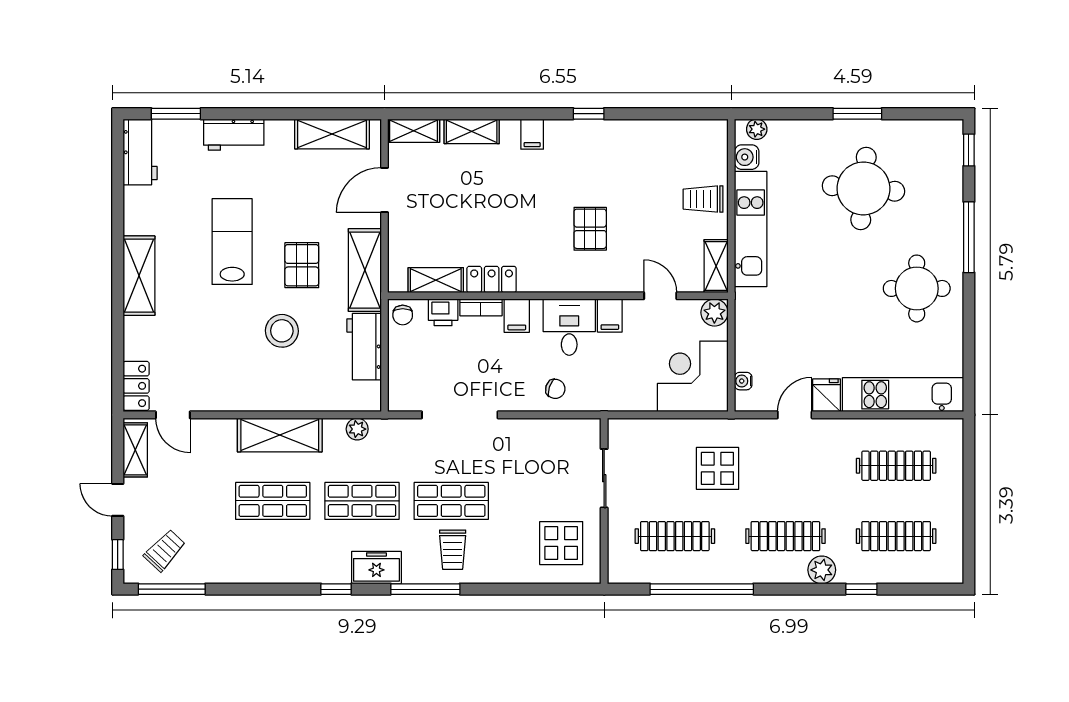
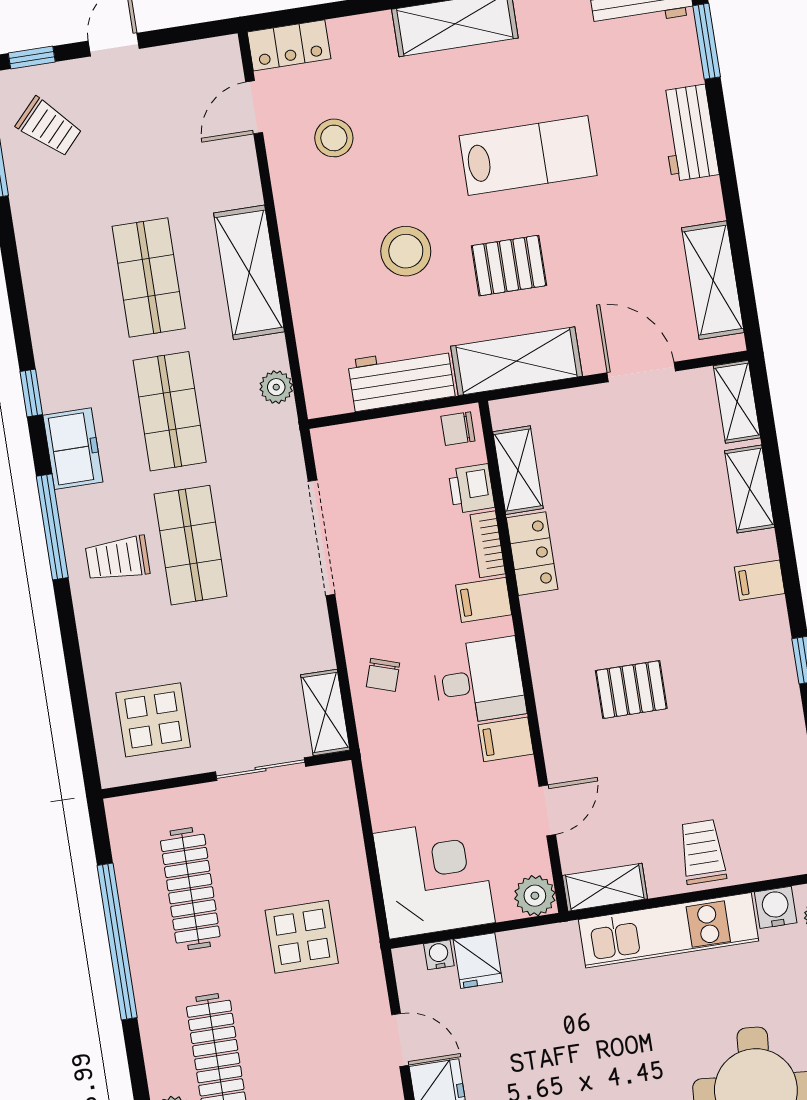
fridge: (751, 356) -> (478, 961), added
stool: (201, 366) -> (334, 138), added
shelving: (135, 450) -> (325, 712), moved, turned 90

